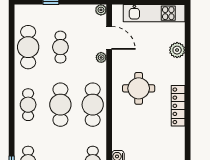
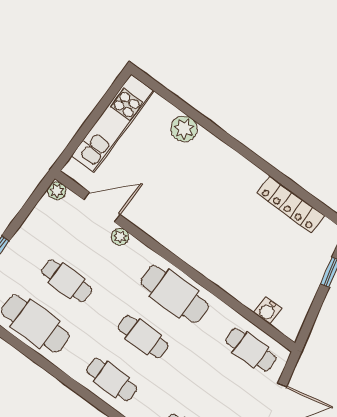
round table: (139, 88) -> (198, 217), removed
cafe table: (60, 105) -> (143, 337), width x0.73, depth x0.74
locker: (178, 106) -> (291, 204), moved

